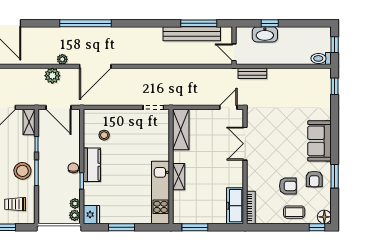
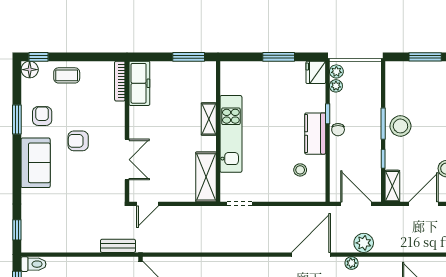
armchair: (288, 186) -> (78, 141), moved
kitchen unit: (160, 192) -> (231, 134), moved
trolley: (15, 204) -> (409, 85), removed

